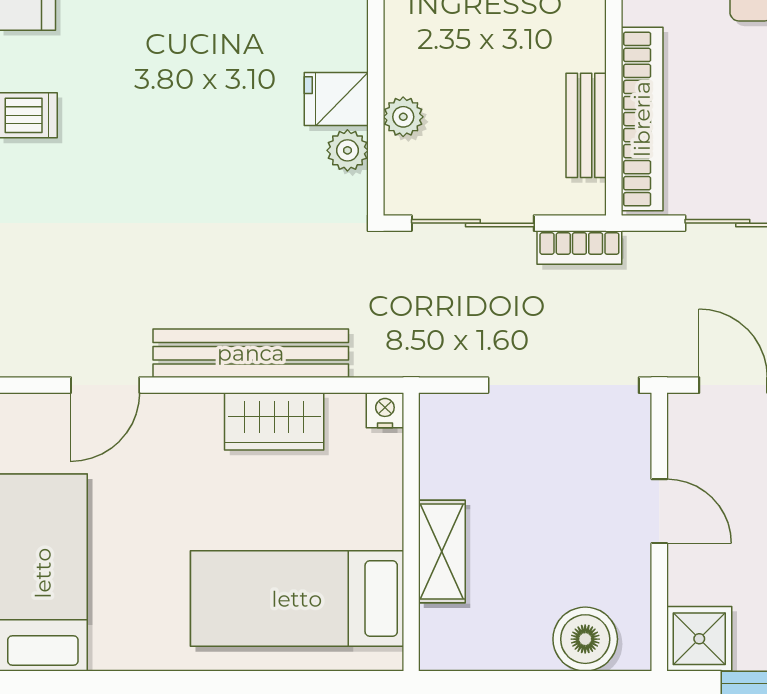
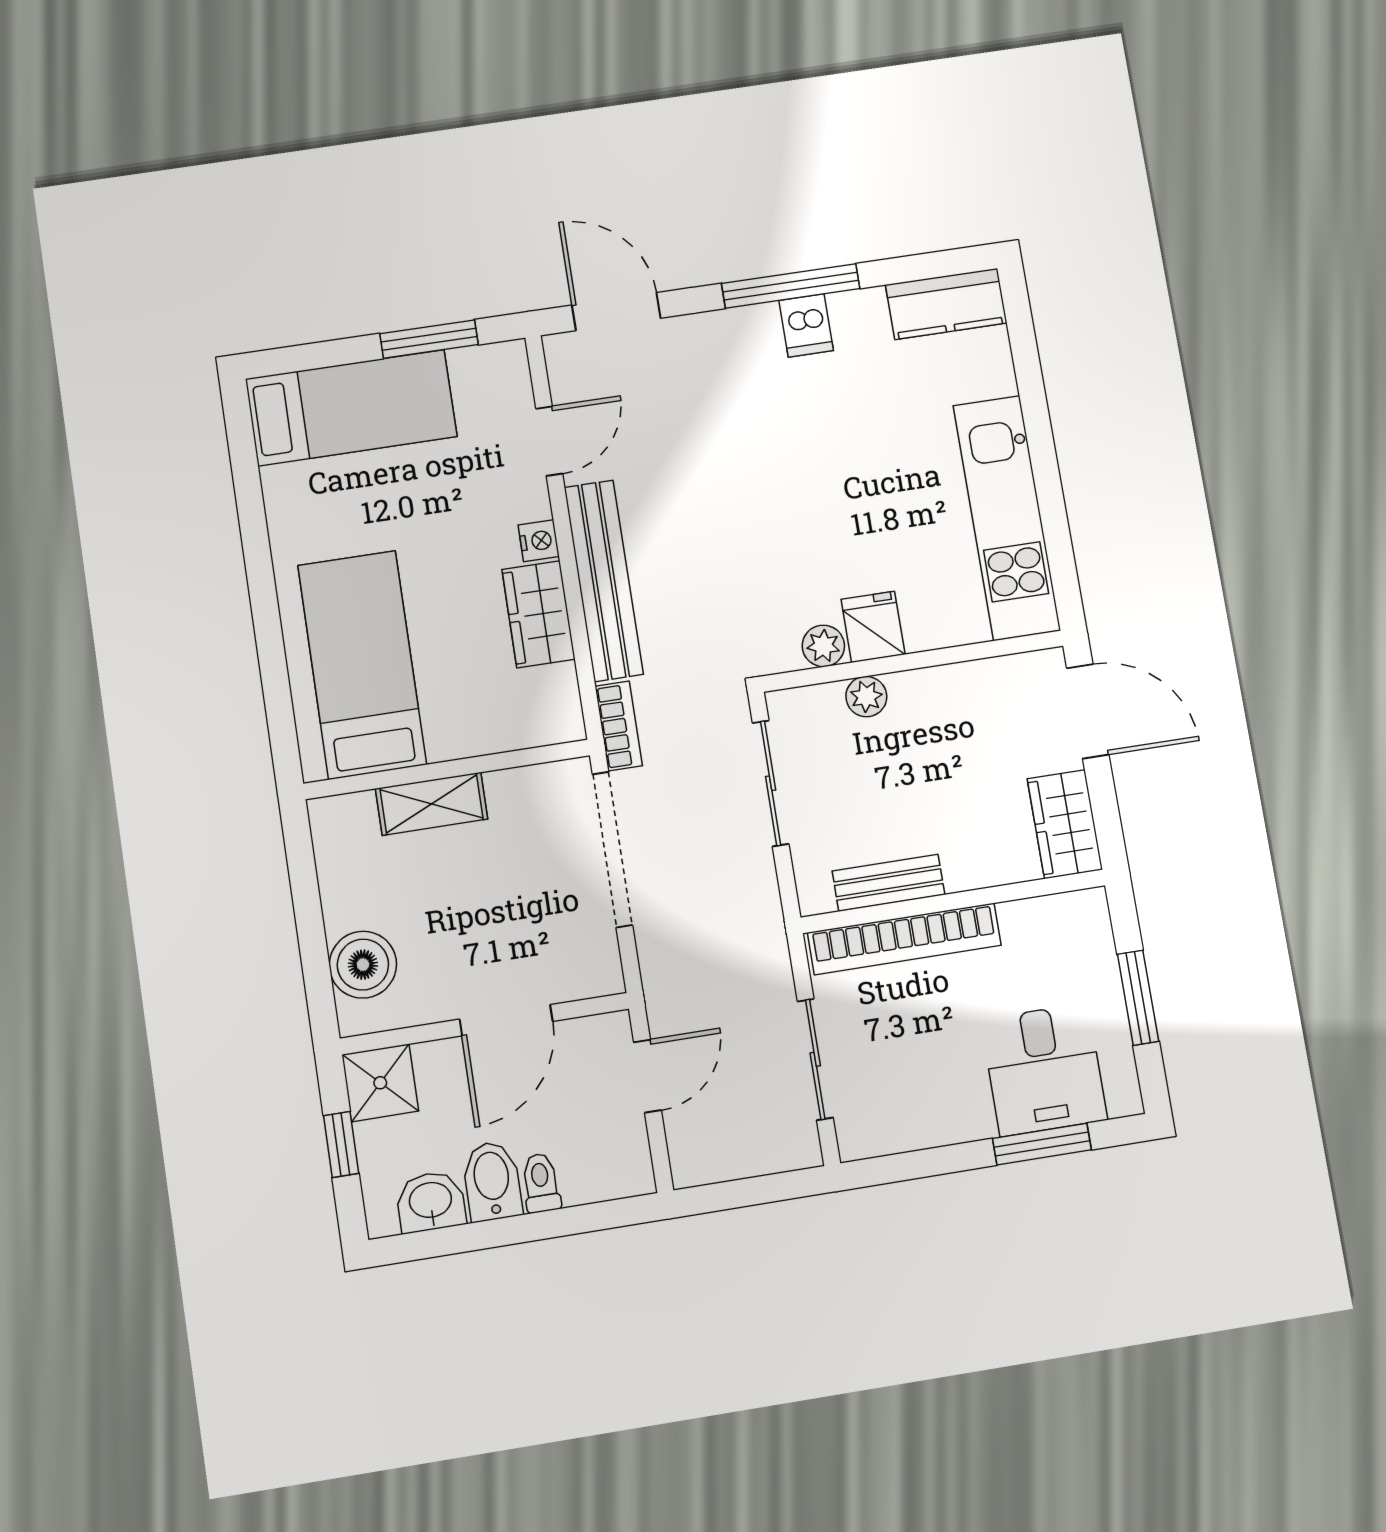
bookcase: (579, 248) -> (619, 726), moved, turned 180
door: (105, 385) -> (549, 441), swing flipped
doorway: (564, 385) -> (612, 850), moved
nightstand: (385, 410) -> (539, 541), moved
door: (659, 511) -> (506, 1020), width x1.38

